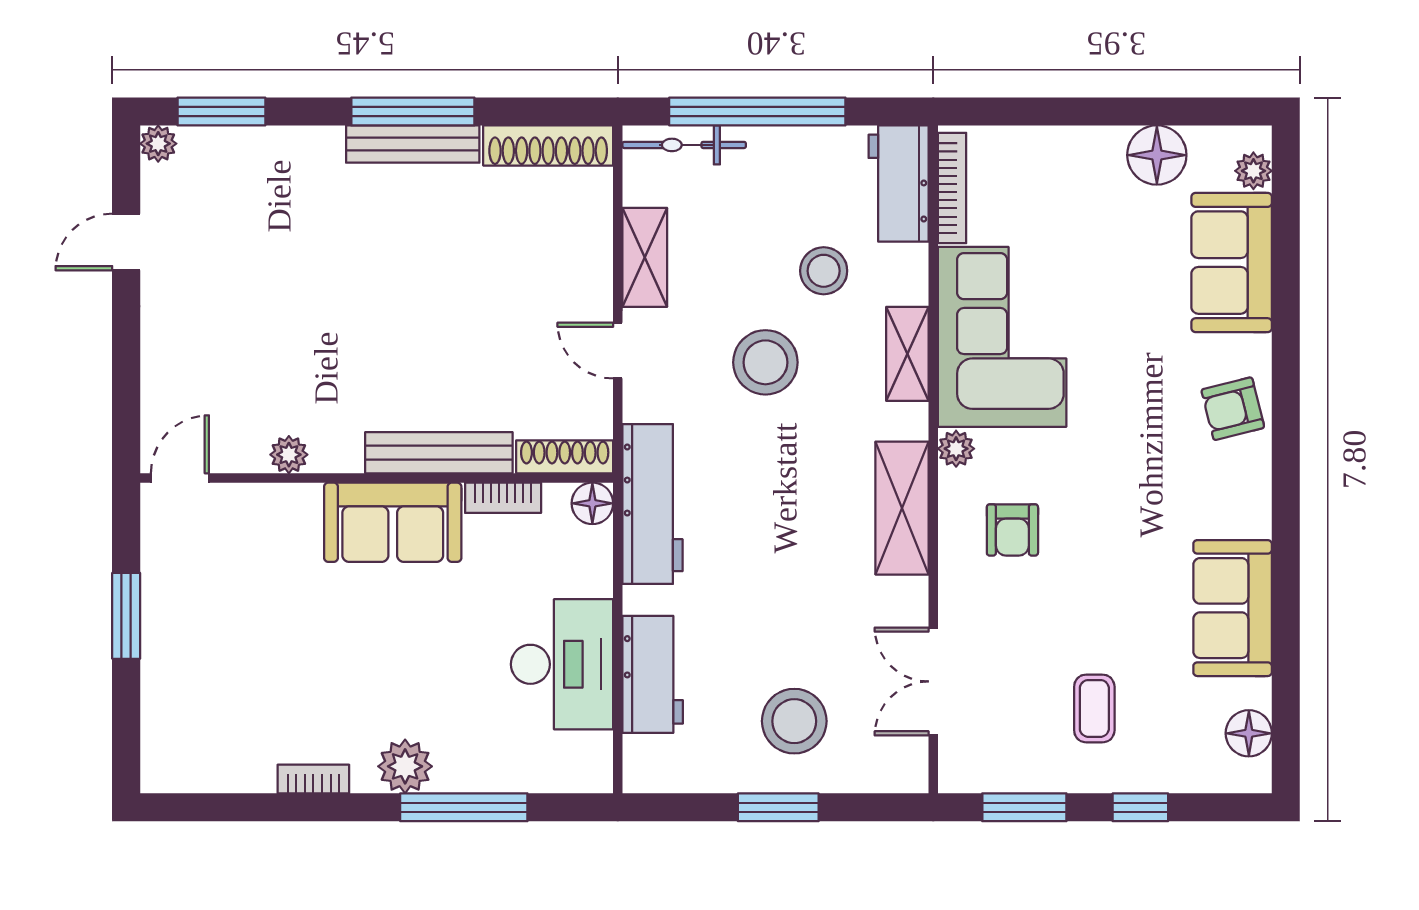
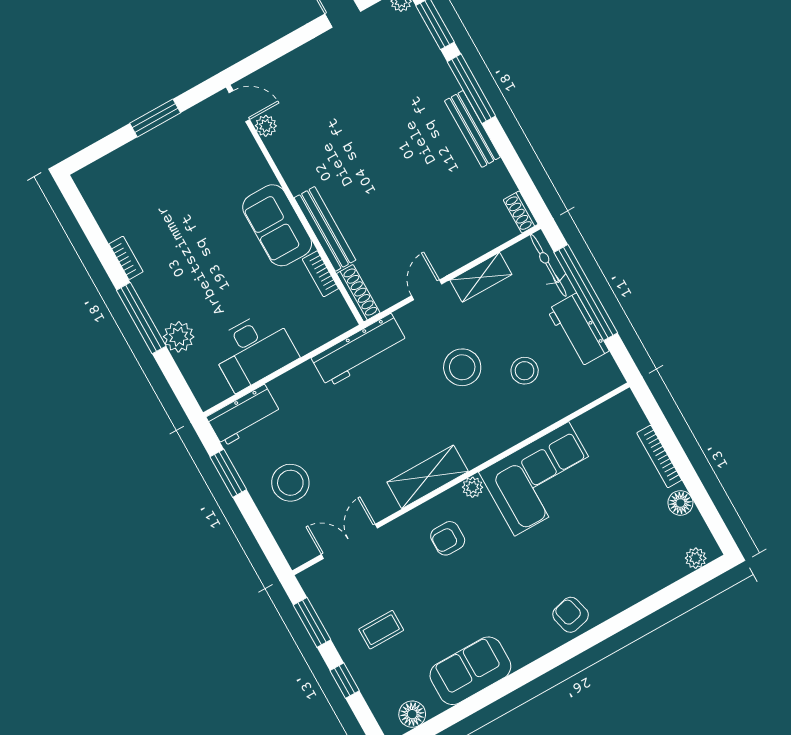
window: (413, 111) -> (471, 89), moved
shoe rack: (548, 145) -> (521, 212), width x0.51, depth x0.81
floor lamp: (1157, 155) -> (680, 503), width x0.73, depth x0.73
workbench: (899, 184) -> (578, 330), moved, turned -90
bookcase: (952, 188) -> (659, 456), moved, turned 90
sofa: (1232, 263) -> (644, 573), removed
shelving: (907, 354) -> (506, 436), removed
plant: (289, 455) -> (266, 126), moved
floor lamp: (592, 503) -> (343, 320), removed
workbench: (653, 674) -> (244, 416), moved
plant: (405, 766) -> (179, 337), moved
window: (464, 807) -> (141, 318), moved
window: (778, 807) -> (228, 473), moved

